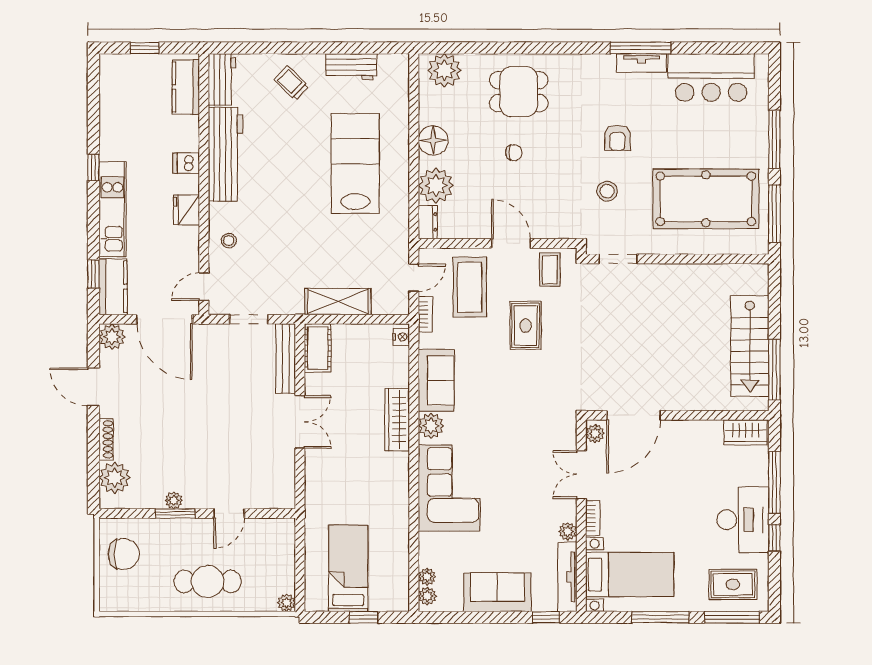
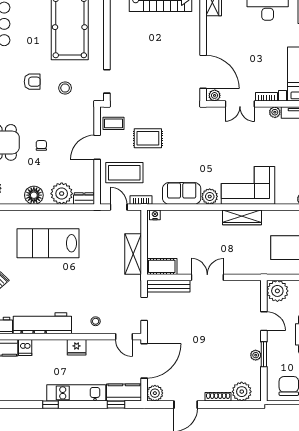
dishwasher: (186, 163) -> (25, 348), moved
wardrobe: (397, 420) -> (242, 217), moved
plant: (278, 535) -> (277, 291), added

